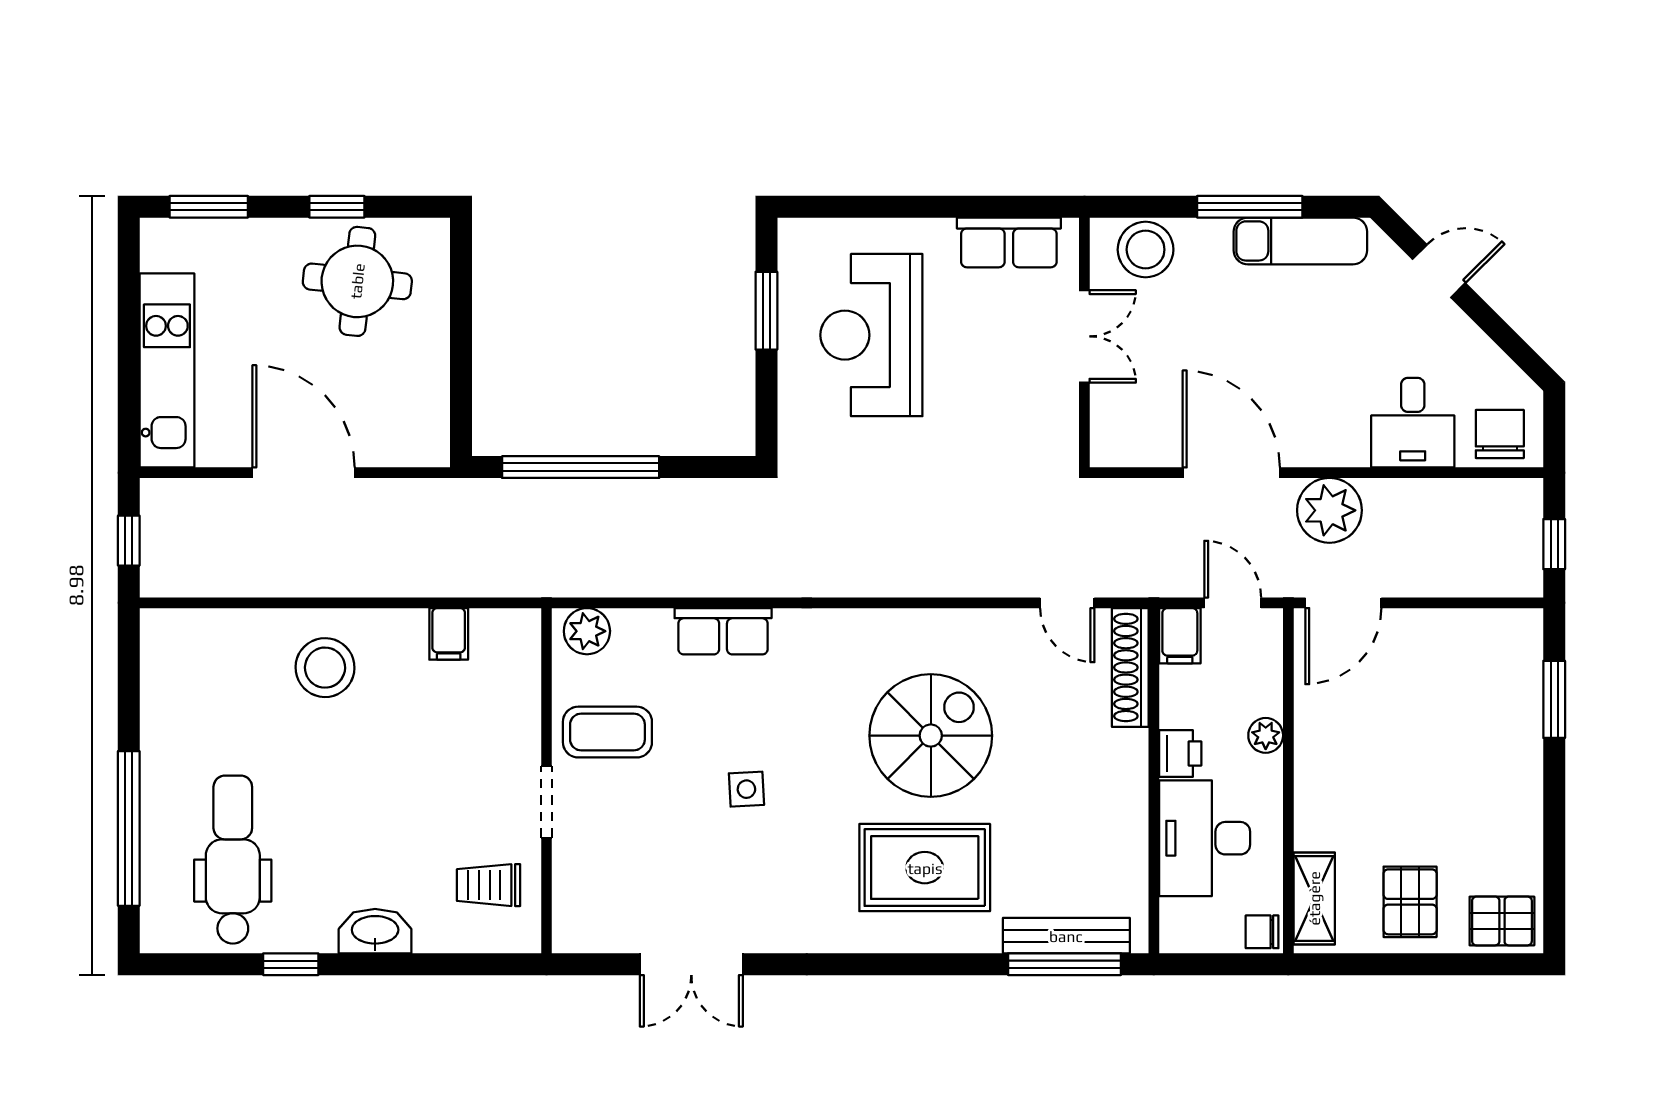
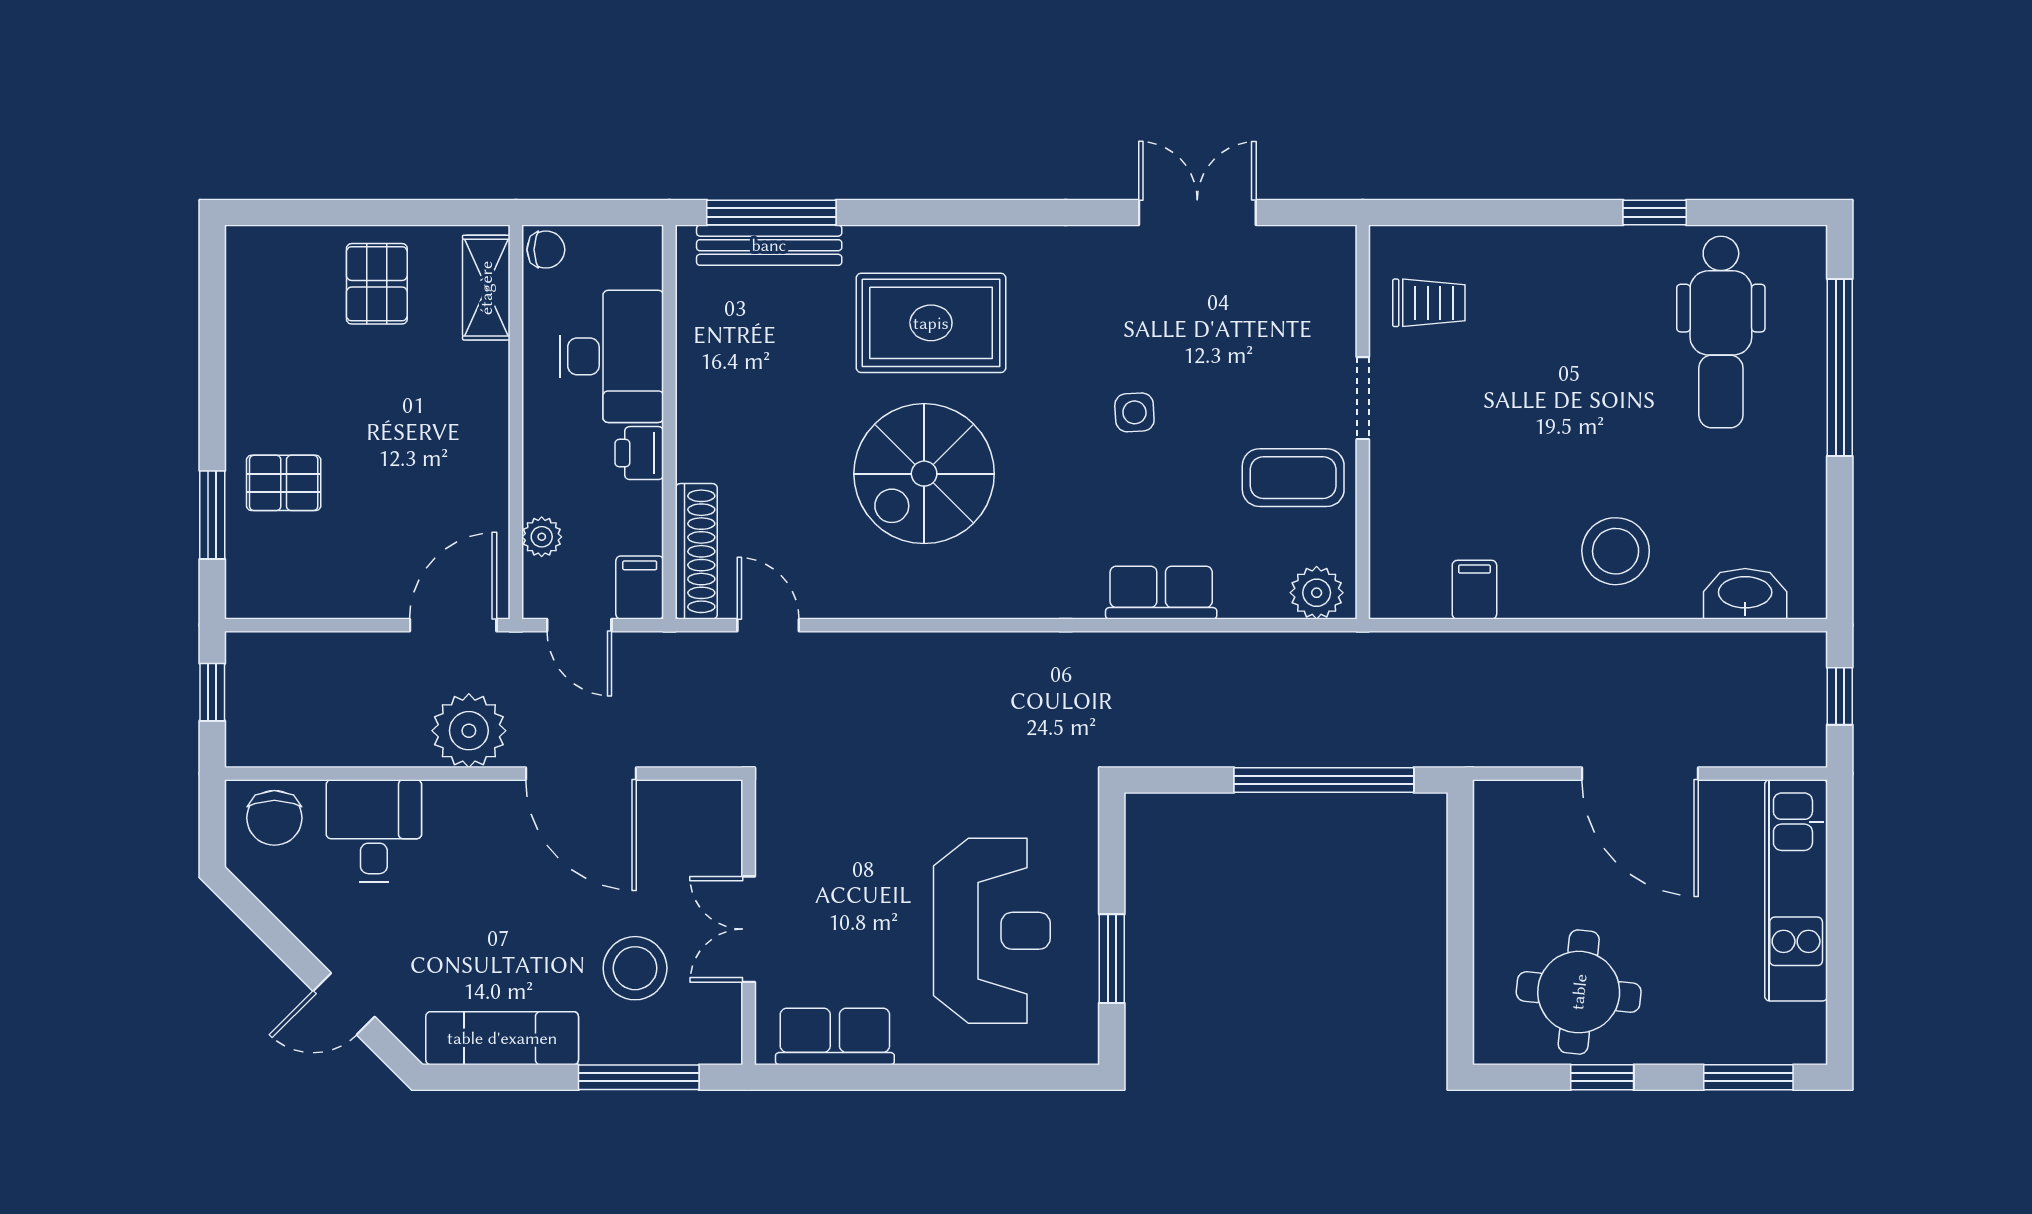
window: (1250, 207) -> (639, 1077), moved
stool: (1146, 250) -> (635, 968), moved
plant: (1266, 735) -> (542, 537), moved
pallet: (1502, 921) -> (284, 483), moved
washbasin: (375, 931) -> (1745, 594), moved, turned 180

